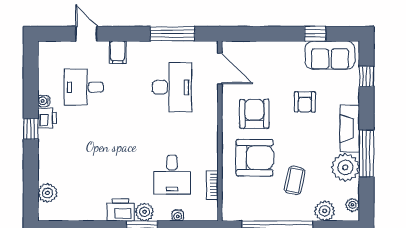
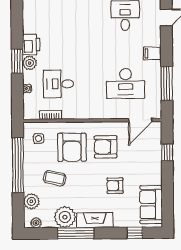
window: (315, 34) -> (167, 152), moved
filing cabinet: (118, 52) -> (152, 53), moved
armchair: (254, 114) -> (106, 147), turned 180
side table: (243, 201) -> (39, 139), added

